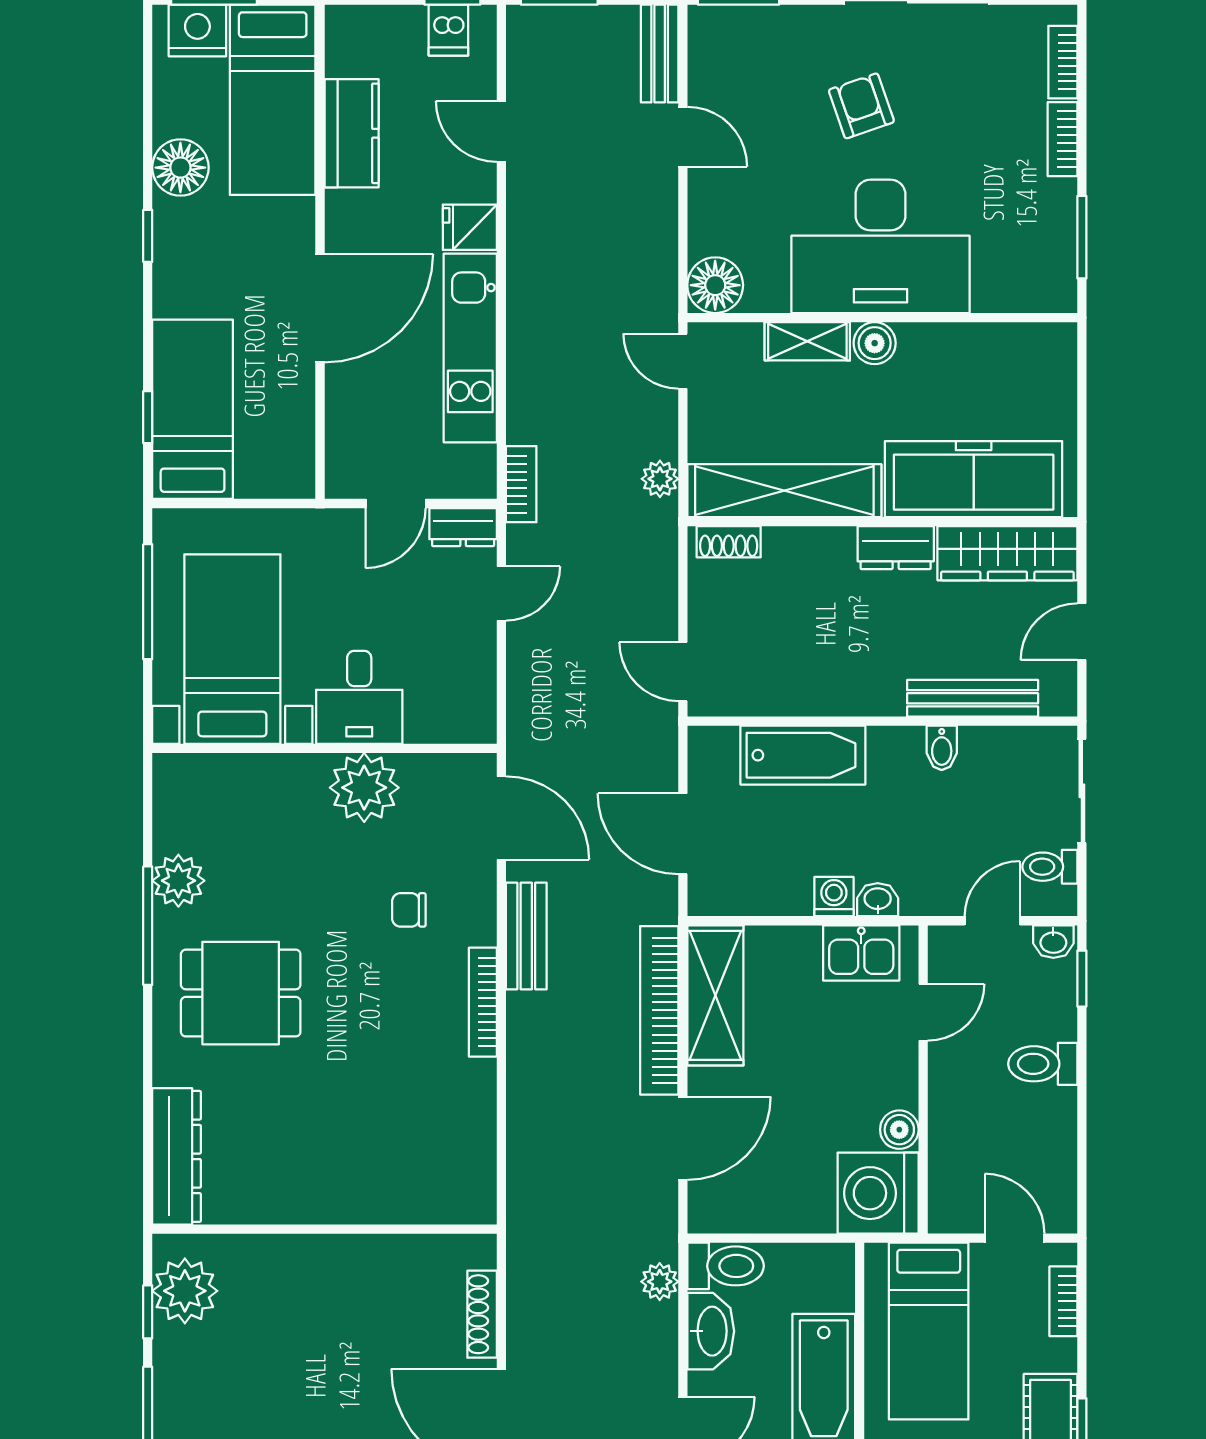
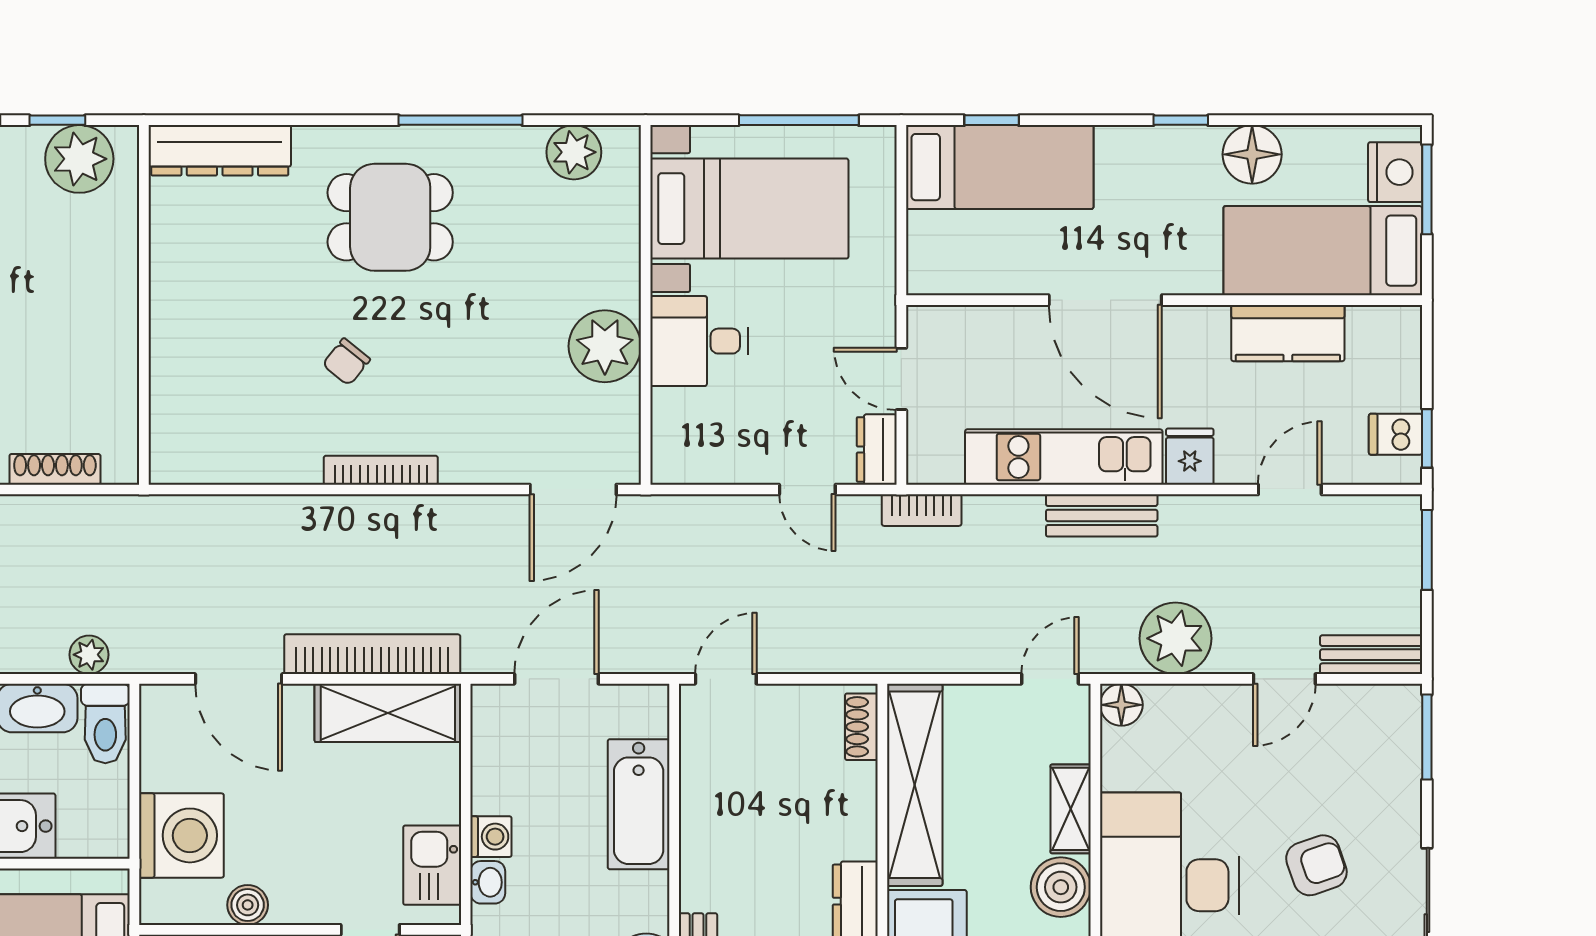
floor lamp: (715, 285) -> (1121, 705), width x0.73, depth x0.73
boiler: (875, 343) -> (1061, 887), width x1.36, depth x1.36
plant: (660, 479) -> (1175, 638), moved, width x1.87, depth x1.87
plant: (178, 881) -> (574, 152), moved
chair: (409, 910) -> (346, 362), moved, turned -141
bench: (526, 936) -> (1102, 515), moved
dining table: (241, 993) -> (390, 217), turned 90
washing machine: (878, 1193) -> (181, 835), moved, turned 90

